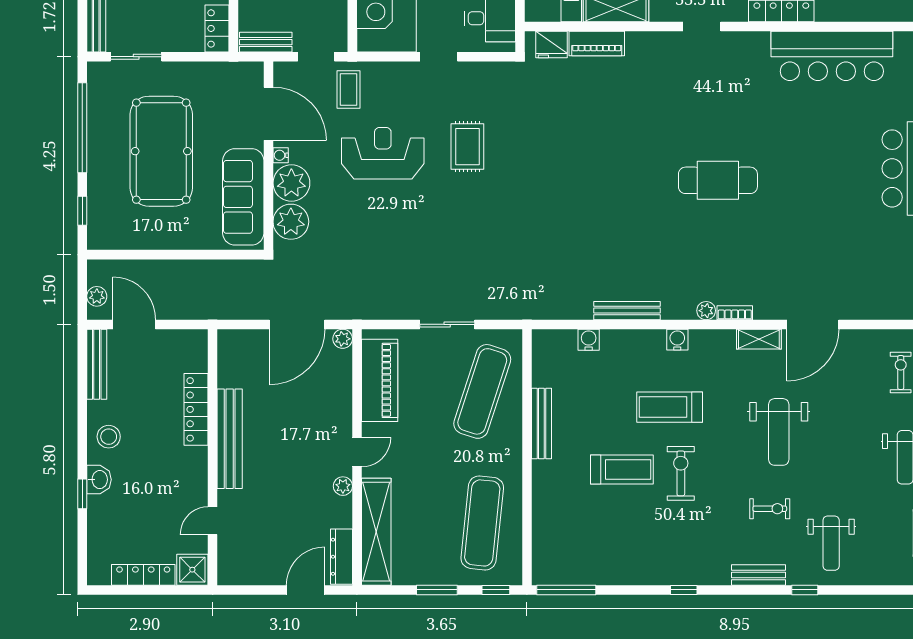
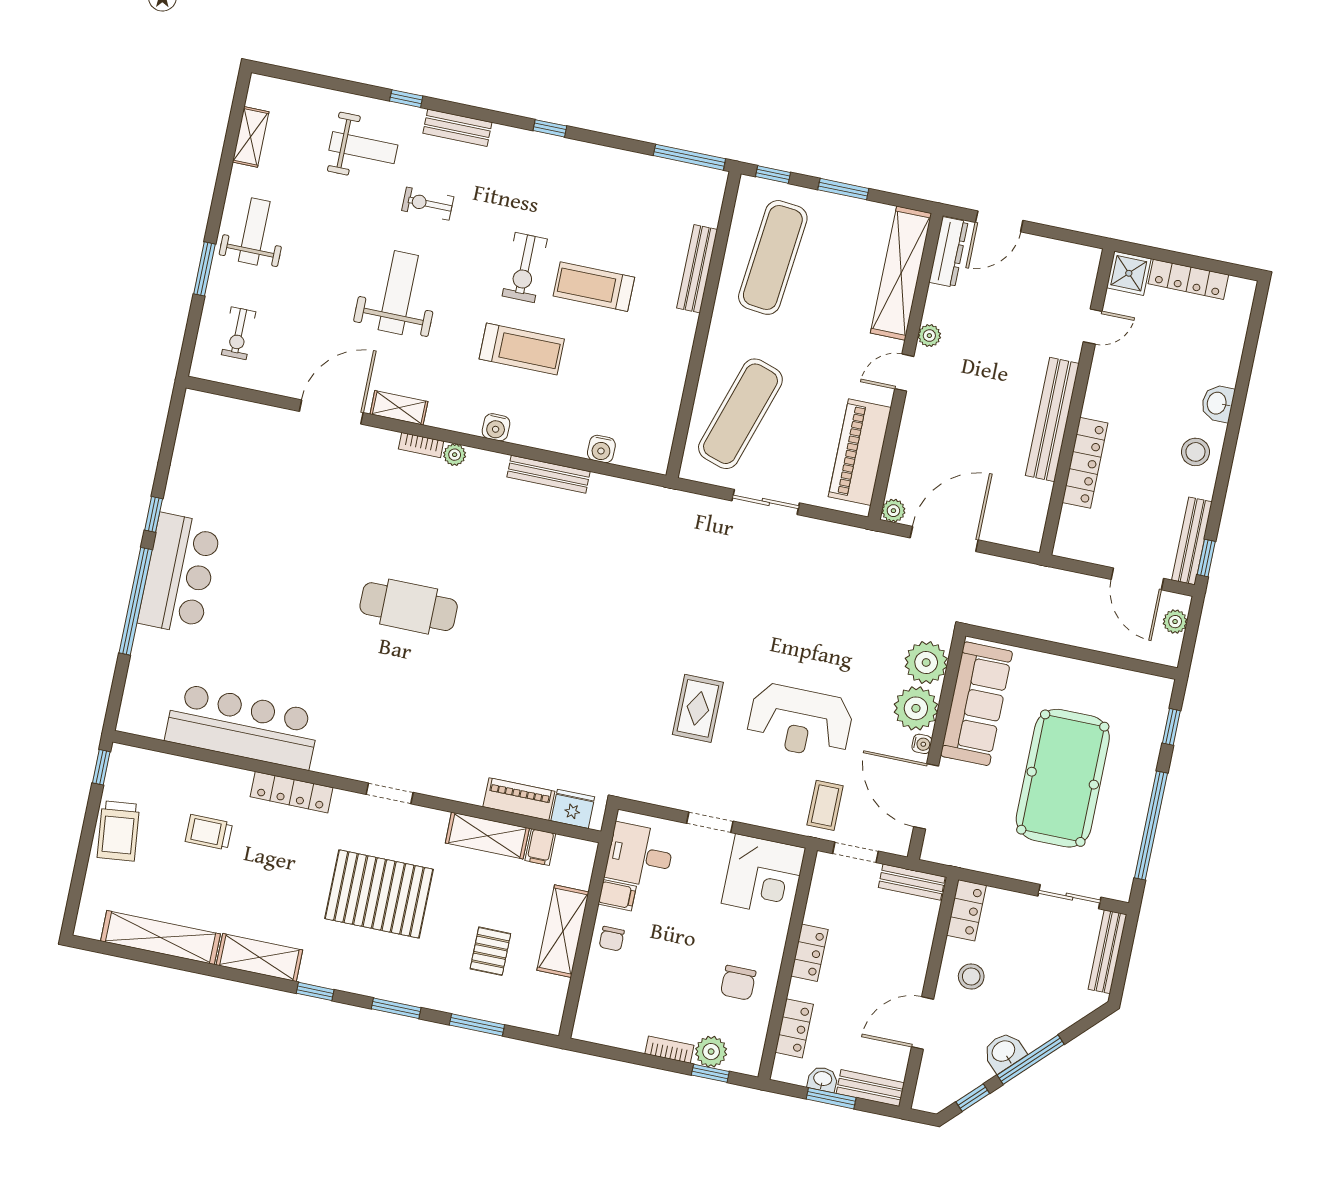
bench: (541, 424) -> (697, 269), moved
window: (82, 494) -> (1206, 558), moved
weight bench: (831, 543) -> (363, 148), turned 90

